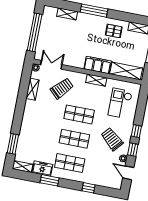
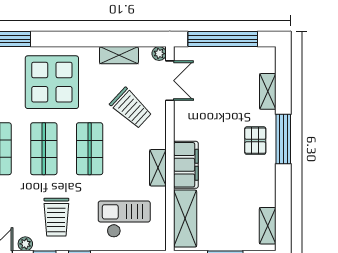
pallet: (114, 31) -> (255, 141), moved
display table: (40, 128) -> (52, 82), added
trolley: (112, 139) -> (56, 217), turned 139

